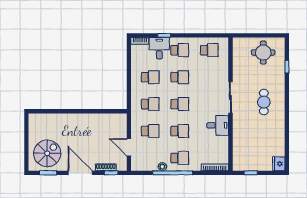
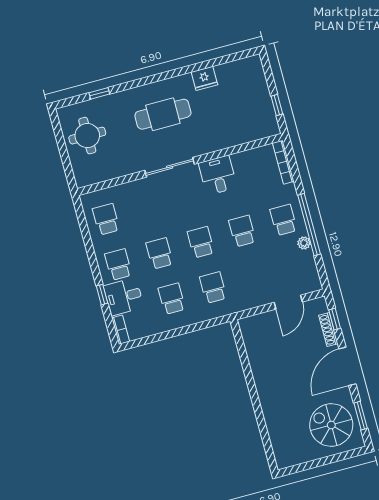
cafe table: (264, 102) -> (163, 114), width x1.37, depth x1.35
school desk: (150, 131) -> (254, 276), removed
fridge: (279, 164) -> (204, 78), moved

